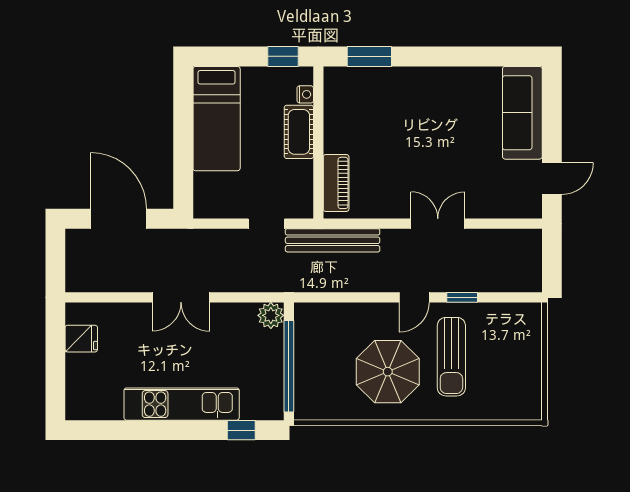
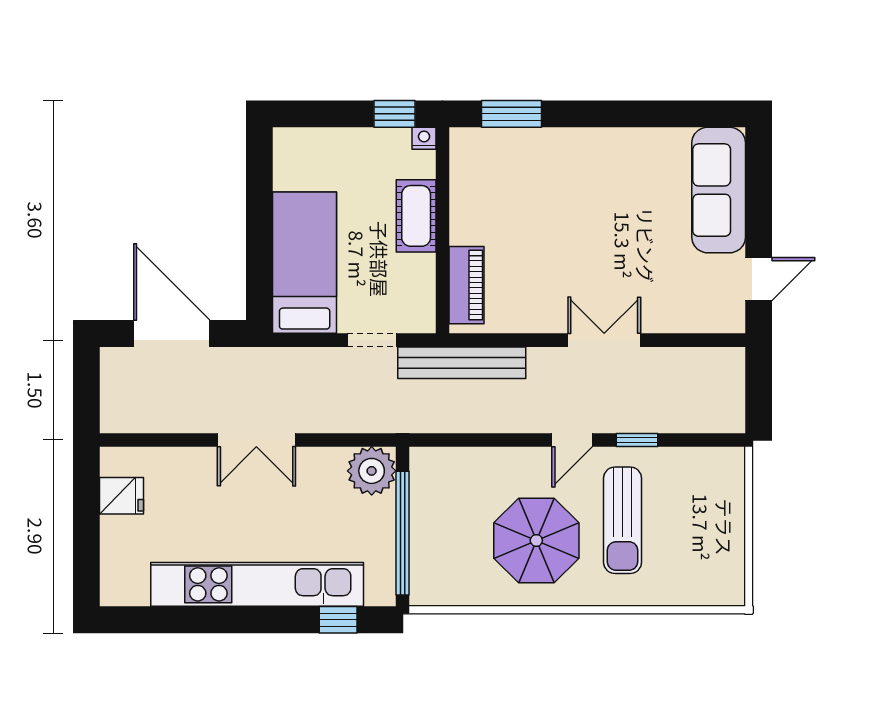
nightstand: (305, 94) -> (424, 138), moved, turned -90
bed: (217, 119) -> (305, 263), moved, turned 180
plant: (271, 315) -> (372, 471), width x1.36, depth x1.36
kitchen unit: (182, 404) -> (257, 584), width x1.36

